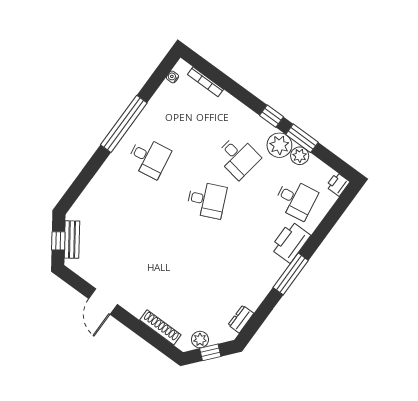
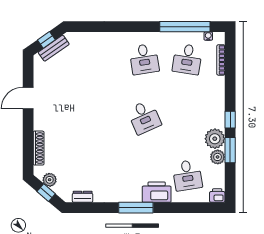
window: (124, 124) -> (185, 27), moved
desk: (238, 157) -> (187, 59), moved

